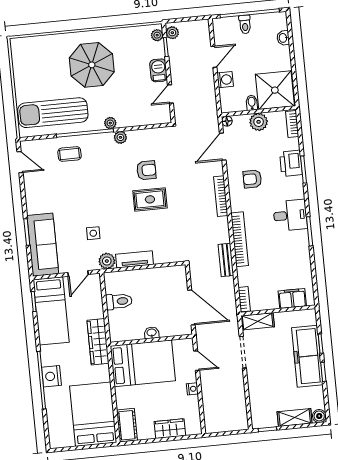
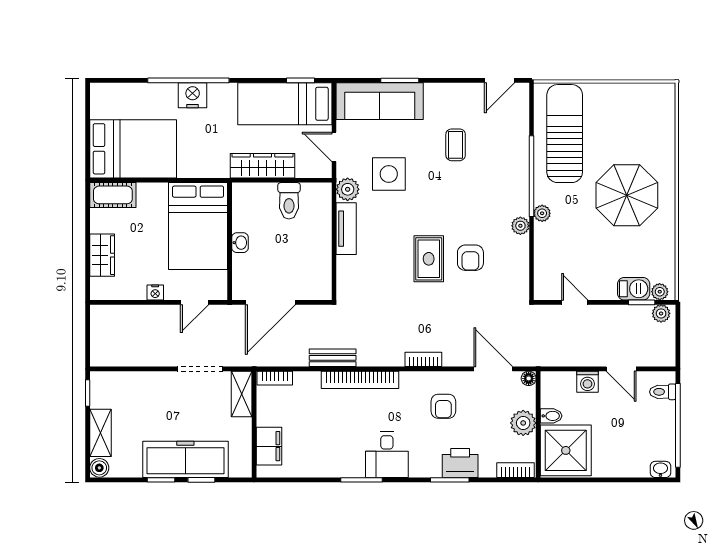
toilet: (245, 24) -> (663, 392), moved
washbasin: (283, 38) -> (660, 469), moved
barbecue: (158, 70) -> (634, 289), moved
coffee table: (70, 154) -> (456, 145), moved
armchair: (252, 179) -> (443, 406), turned 180
bookcase: (221, 196) -> (423, 359), width x0.64
side table: (93, 233) -> (389, 174), width x1.87, depth x1.87
wardrobe: (98, 342) -> (262, 166), moved

